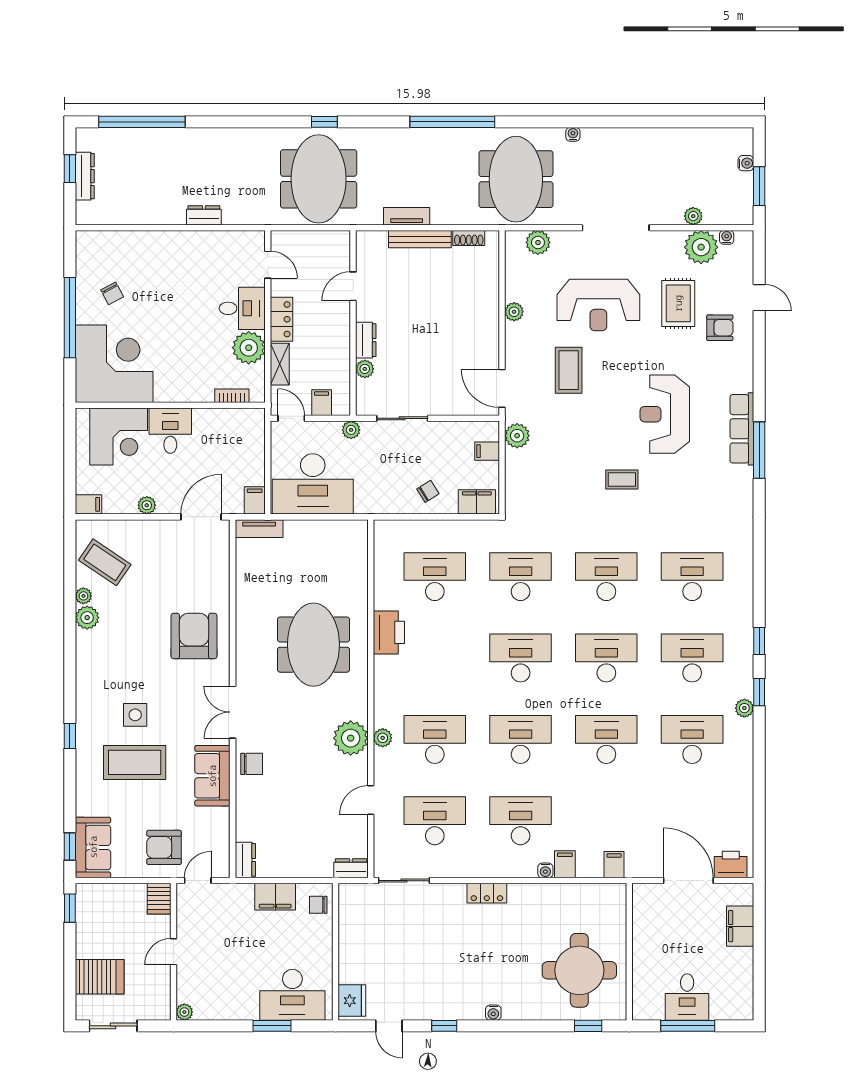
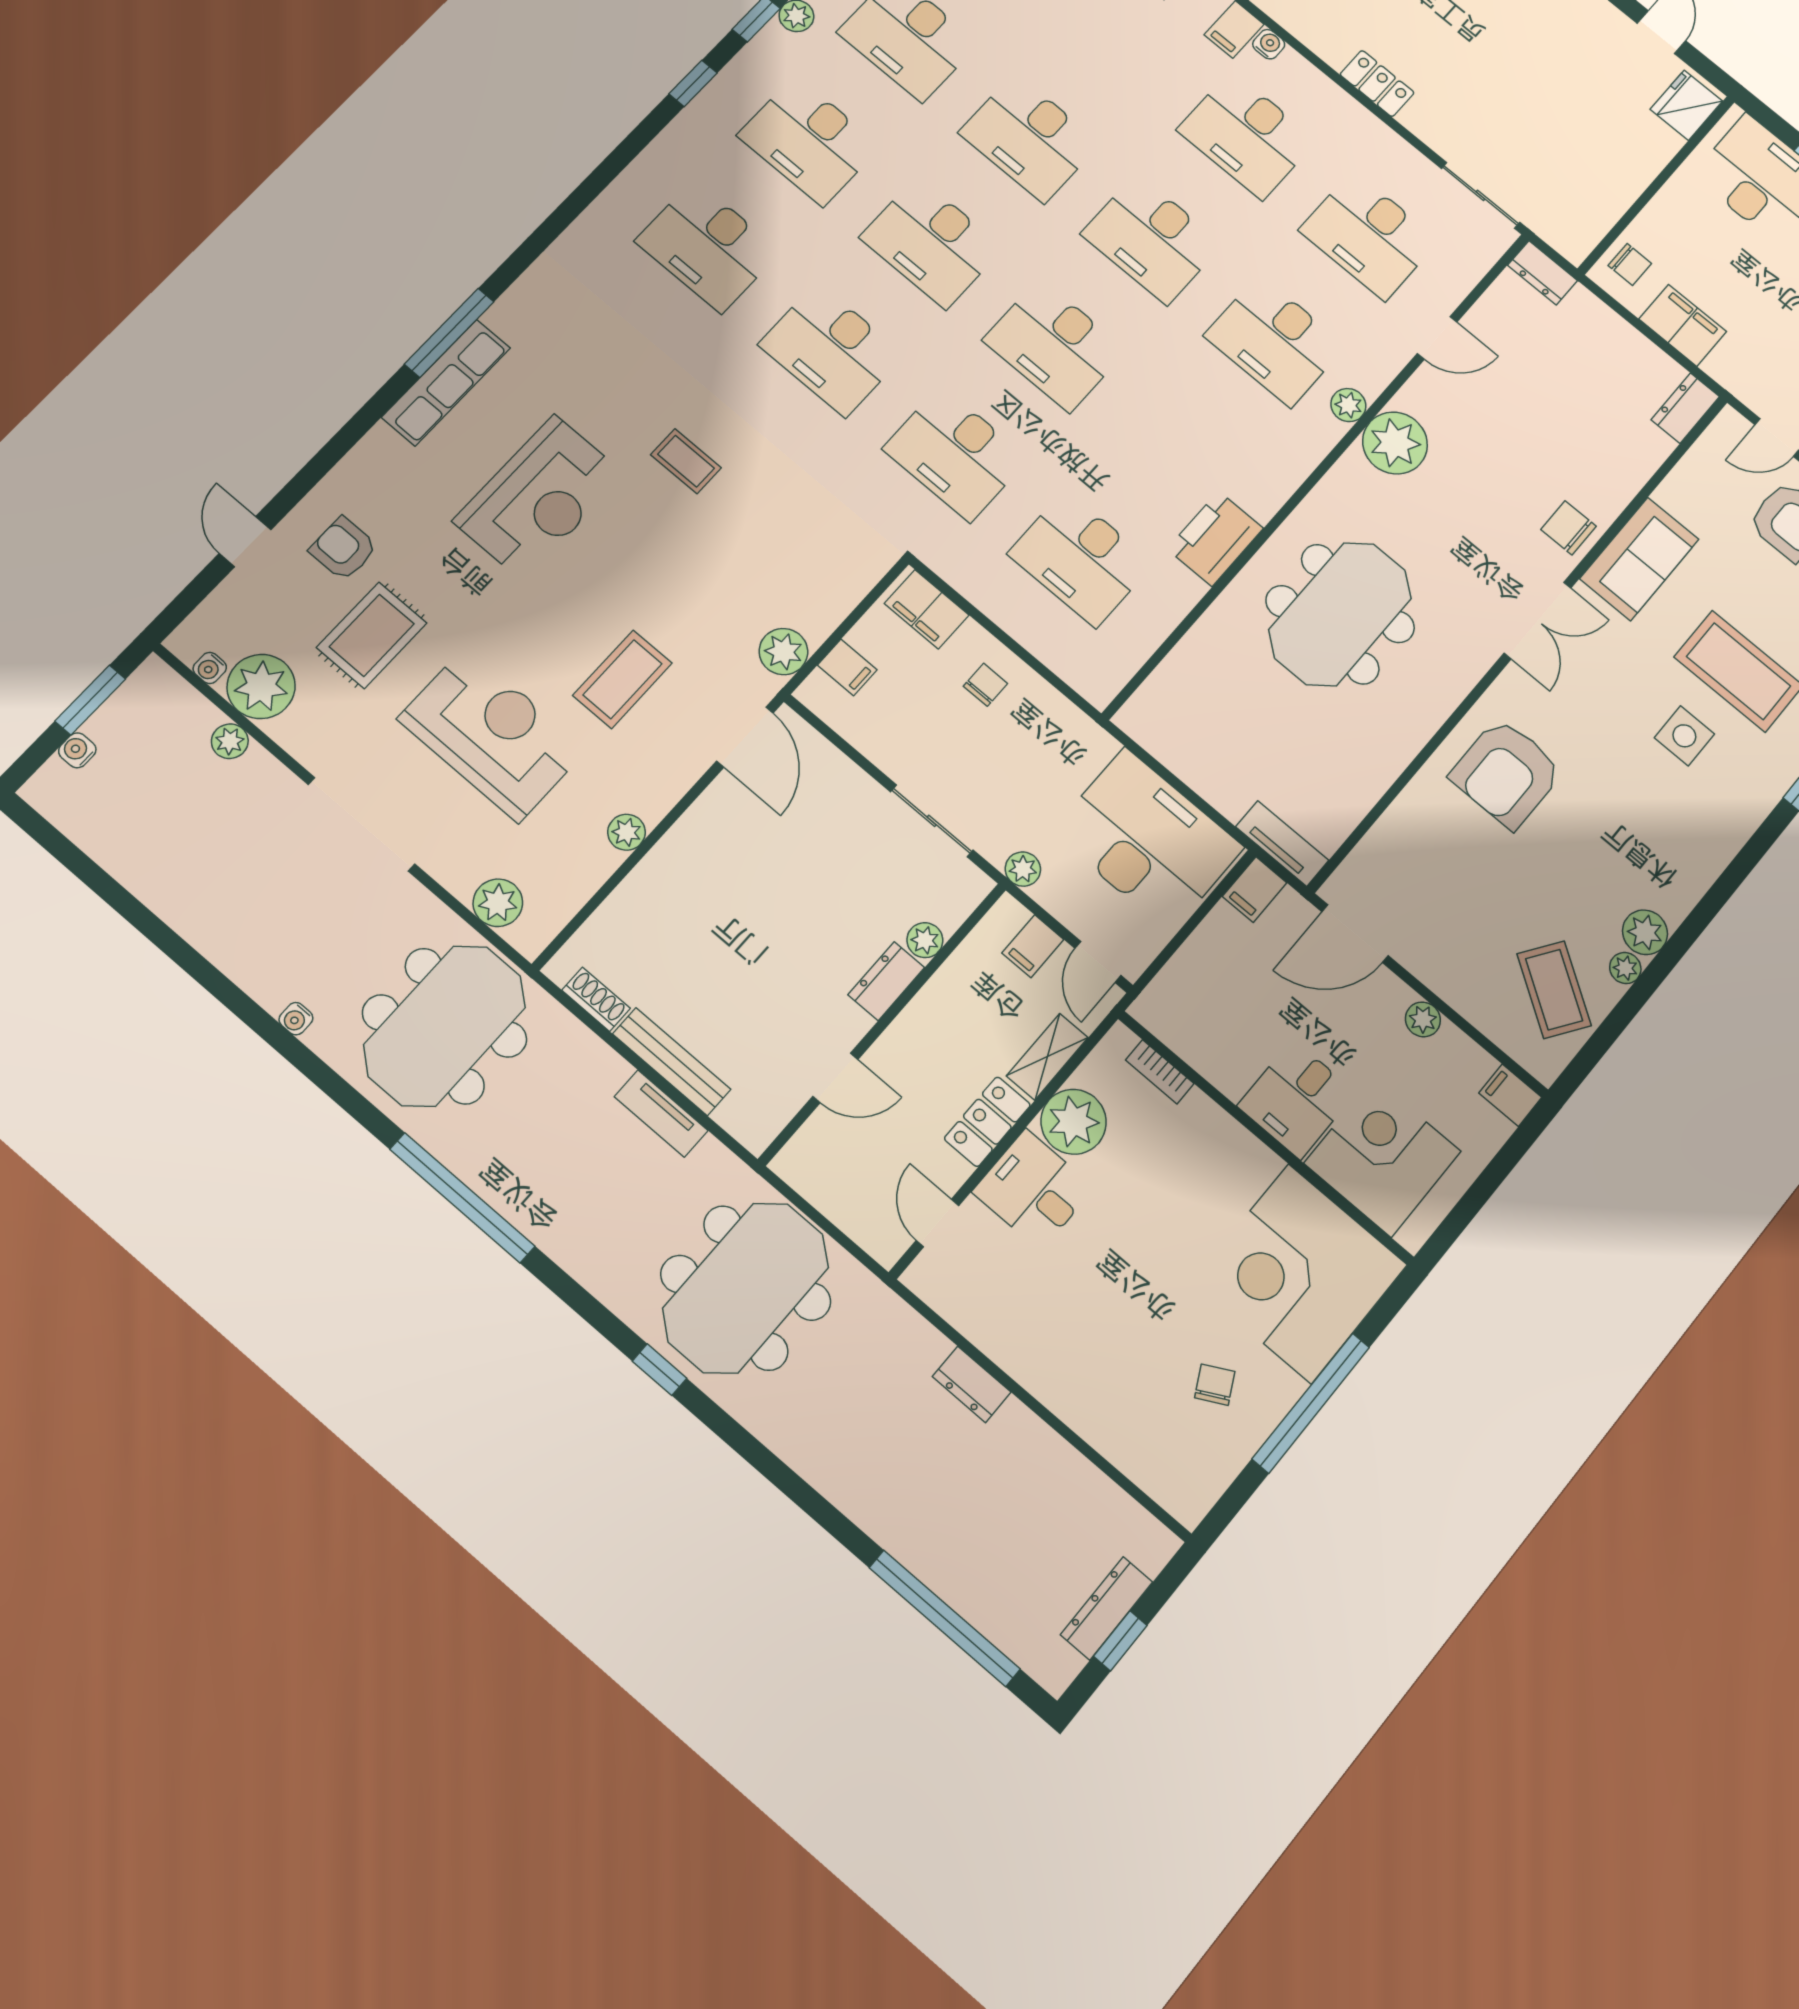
chair: (428, 491) -> (985, 685), turned 122

